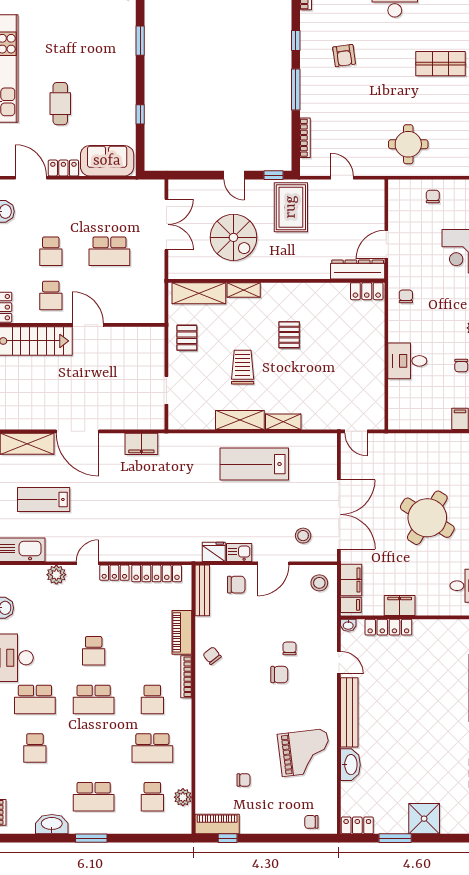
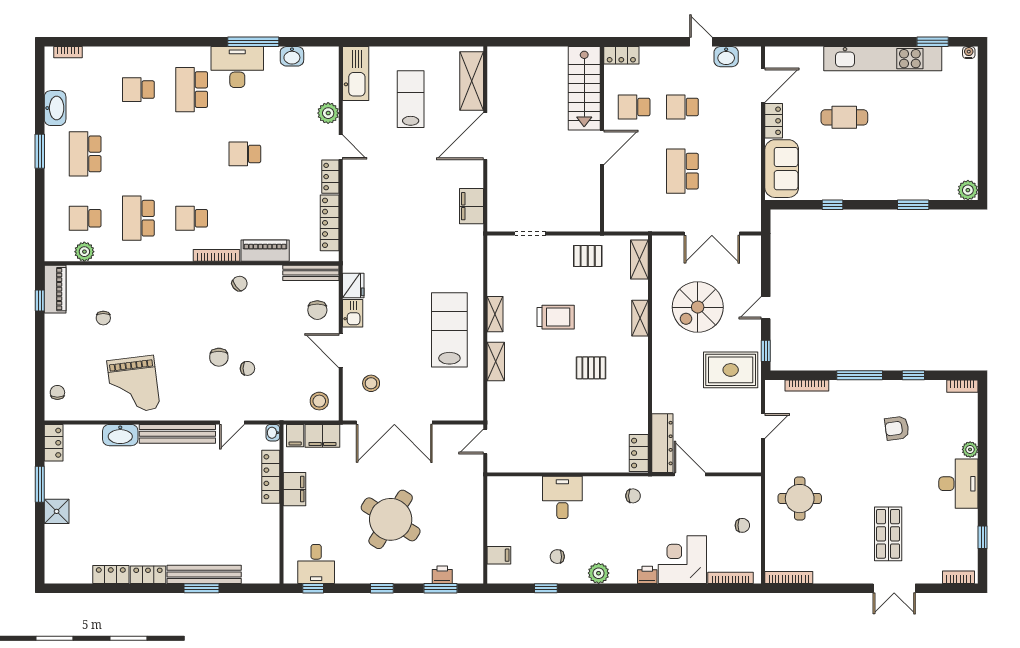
shelving: (199, 293) -> (639, 259), width x0.67, depth x0.75
shelving: (240, 420) -> (495, 314), width x0.67, depth x0.75
school desk: (94, 699) -> (192, 154), removed
shower: (424, 819) -> (57, 511), width x0.73, depth x0.73

